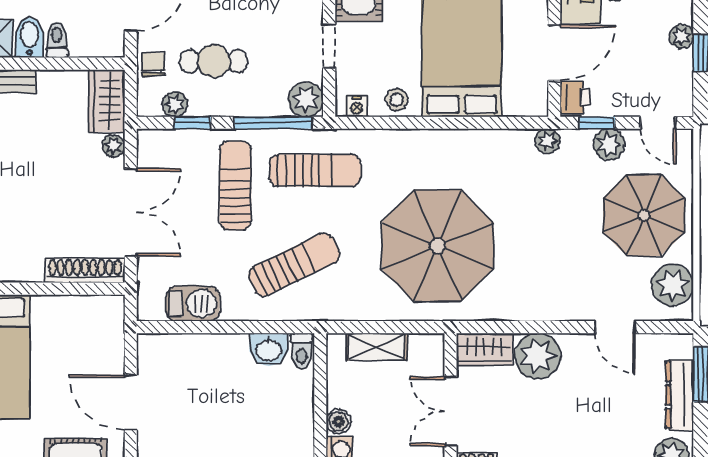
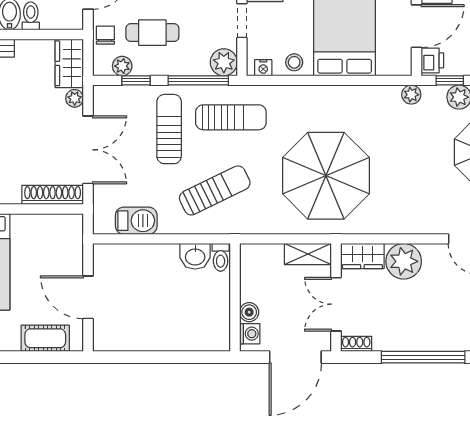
shelving: (377, 347) -> (308, 254), moved

